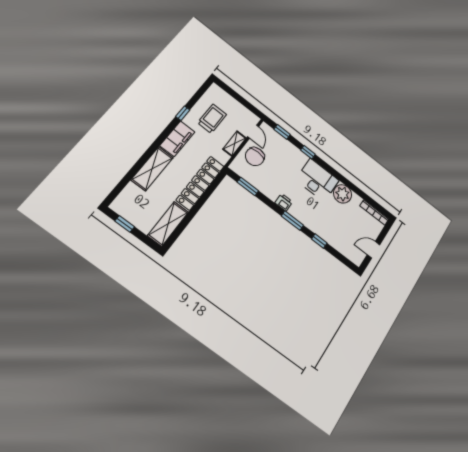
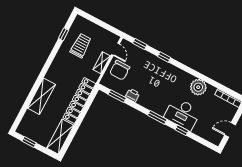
window: (183, 113) -> (63, 34), moved
filing cabinet: (177, 139) -> (56, 68), removed
desk: (317, 180) -> (182, 114), moved, turned 180
printer: (284, 202) -> (132, 95), moved

